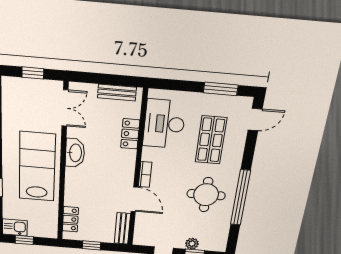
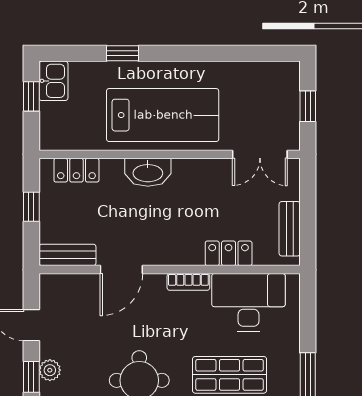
washbasin: (75, 153) -> (148, 172), moved
bookcase: (145, 175) -> (188, 282), moved

